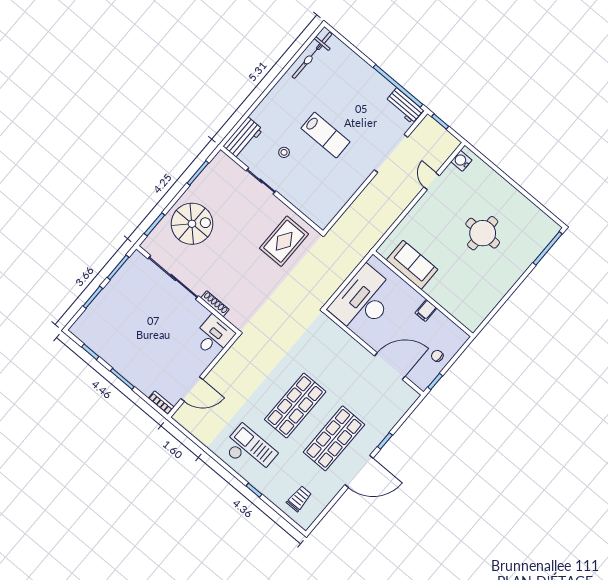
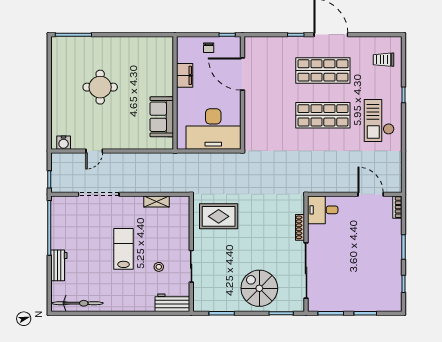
workbench: (404, 106) -> (59, 265), moved
shelving: (342, 198) -> (156, 202), added
filing cabinet: (426, 311) -> (185, 75), width x2.00

